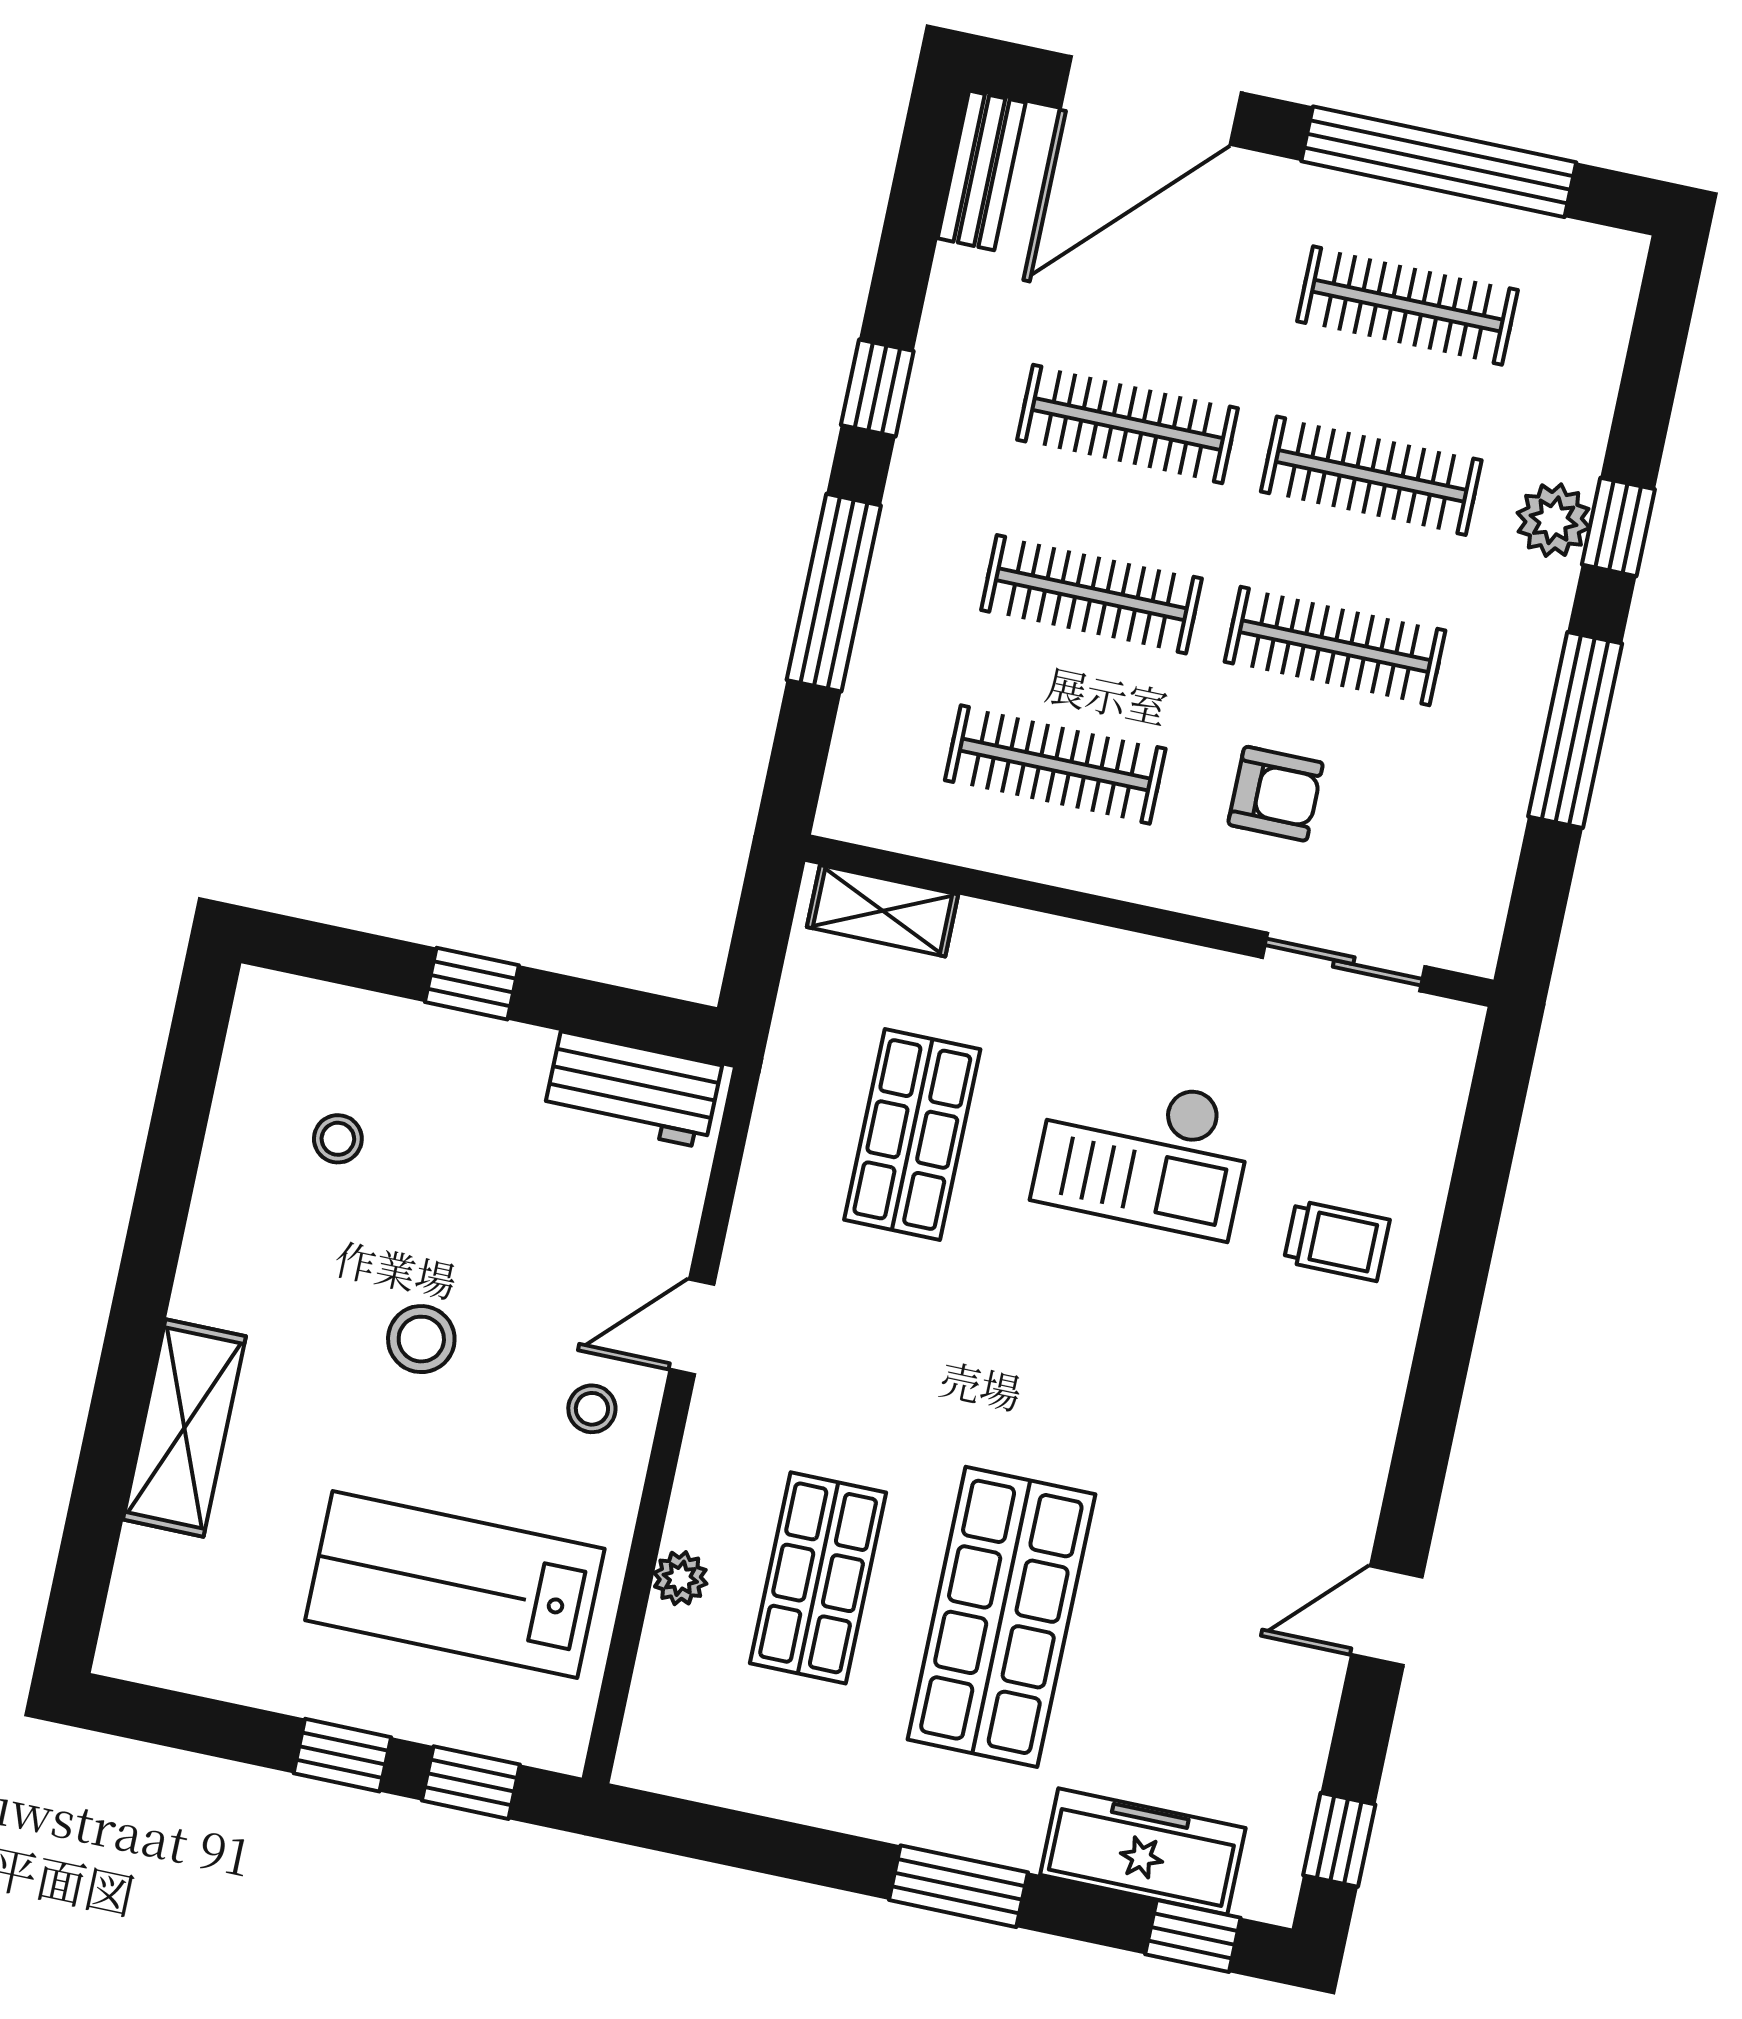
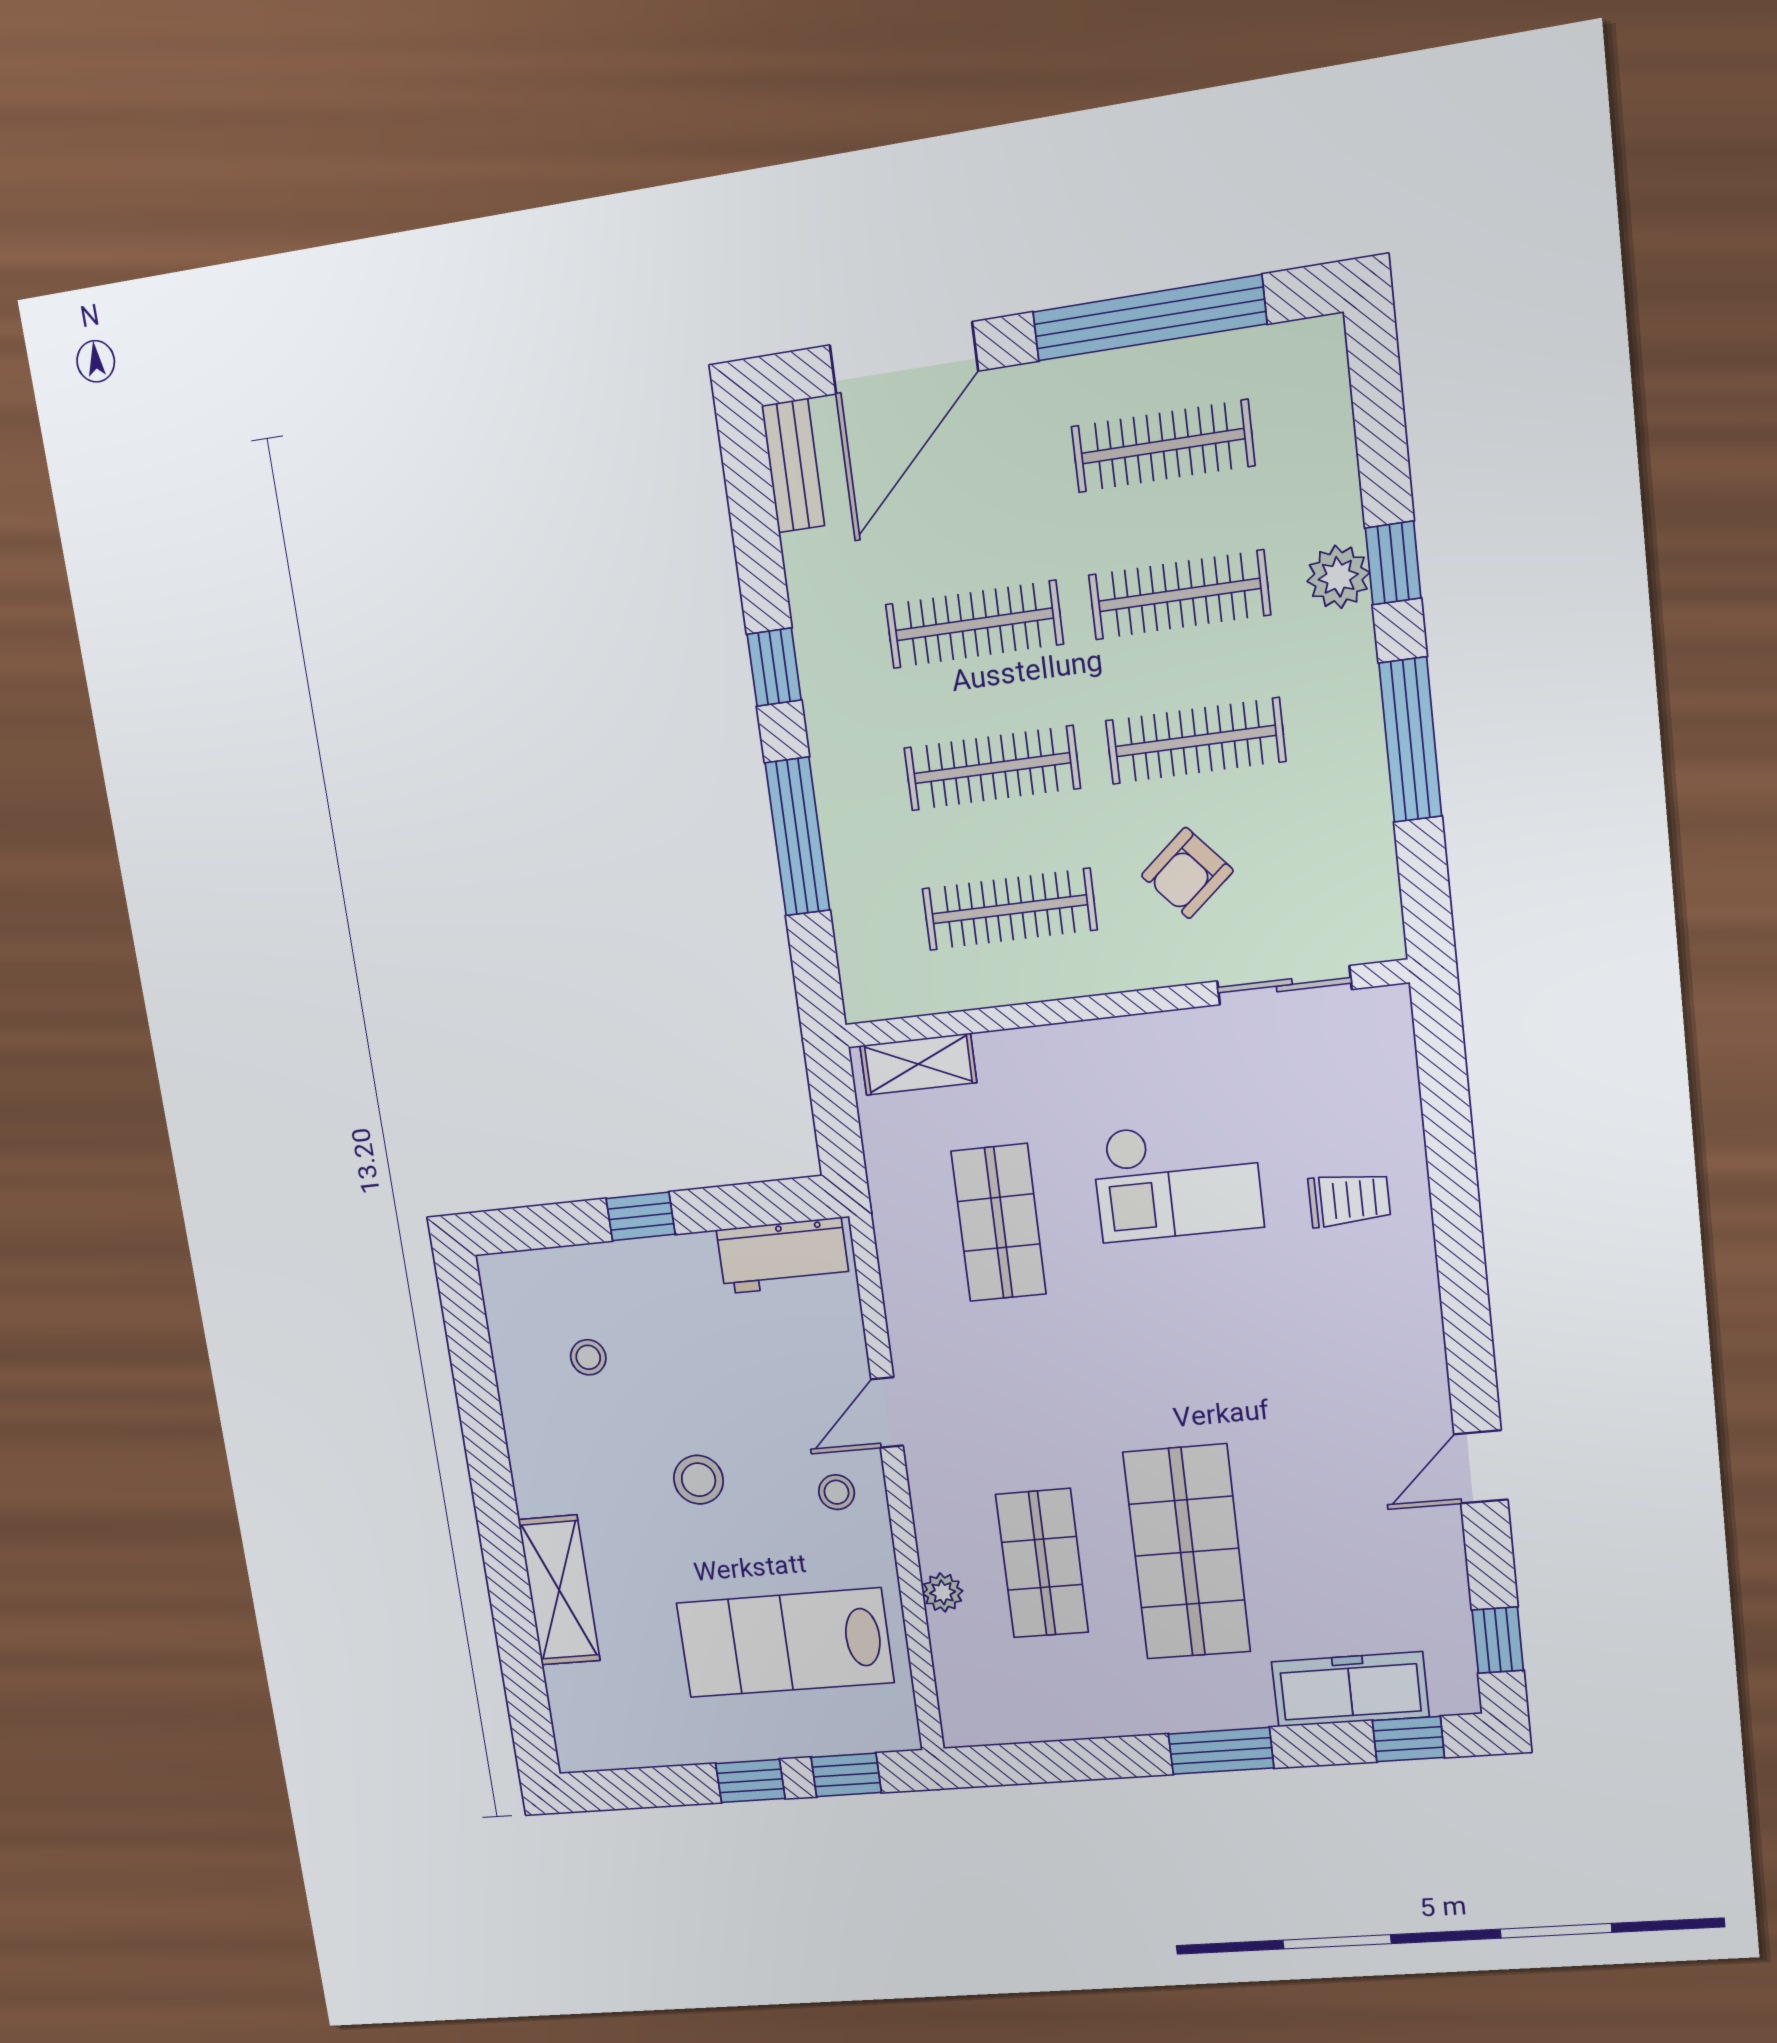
armchair: (1276, 794) -> (1187, 873), turned 139

